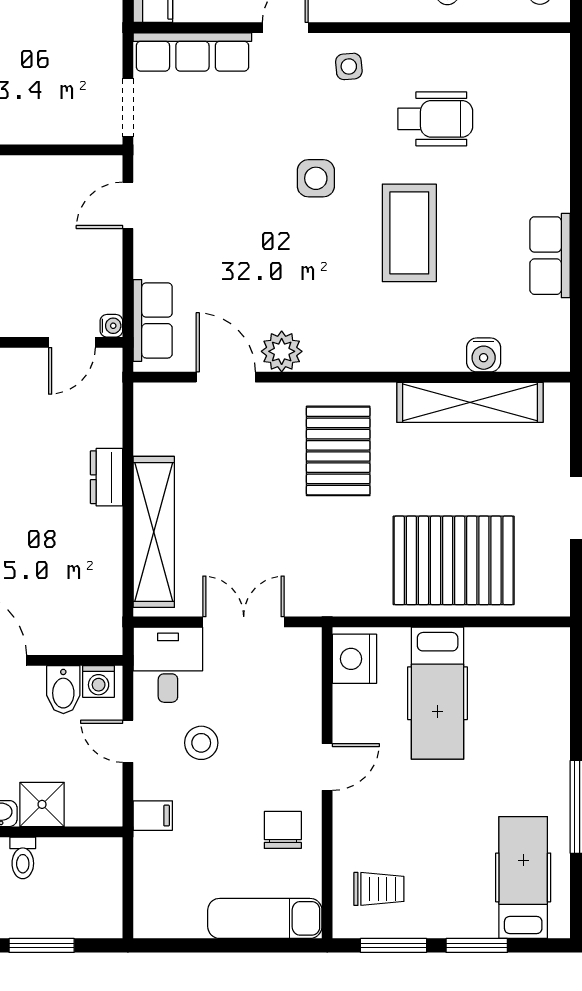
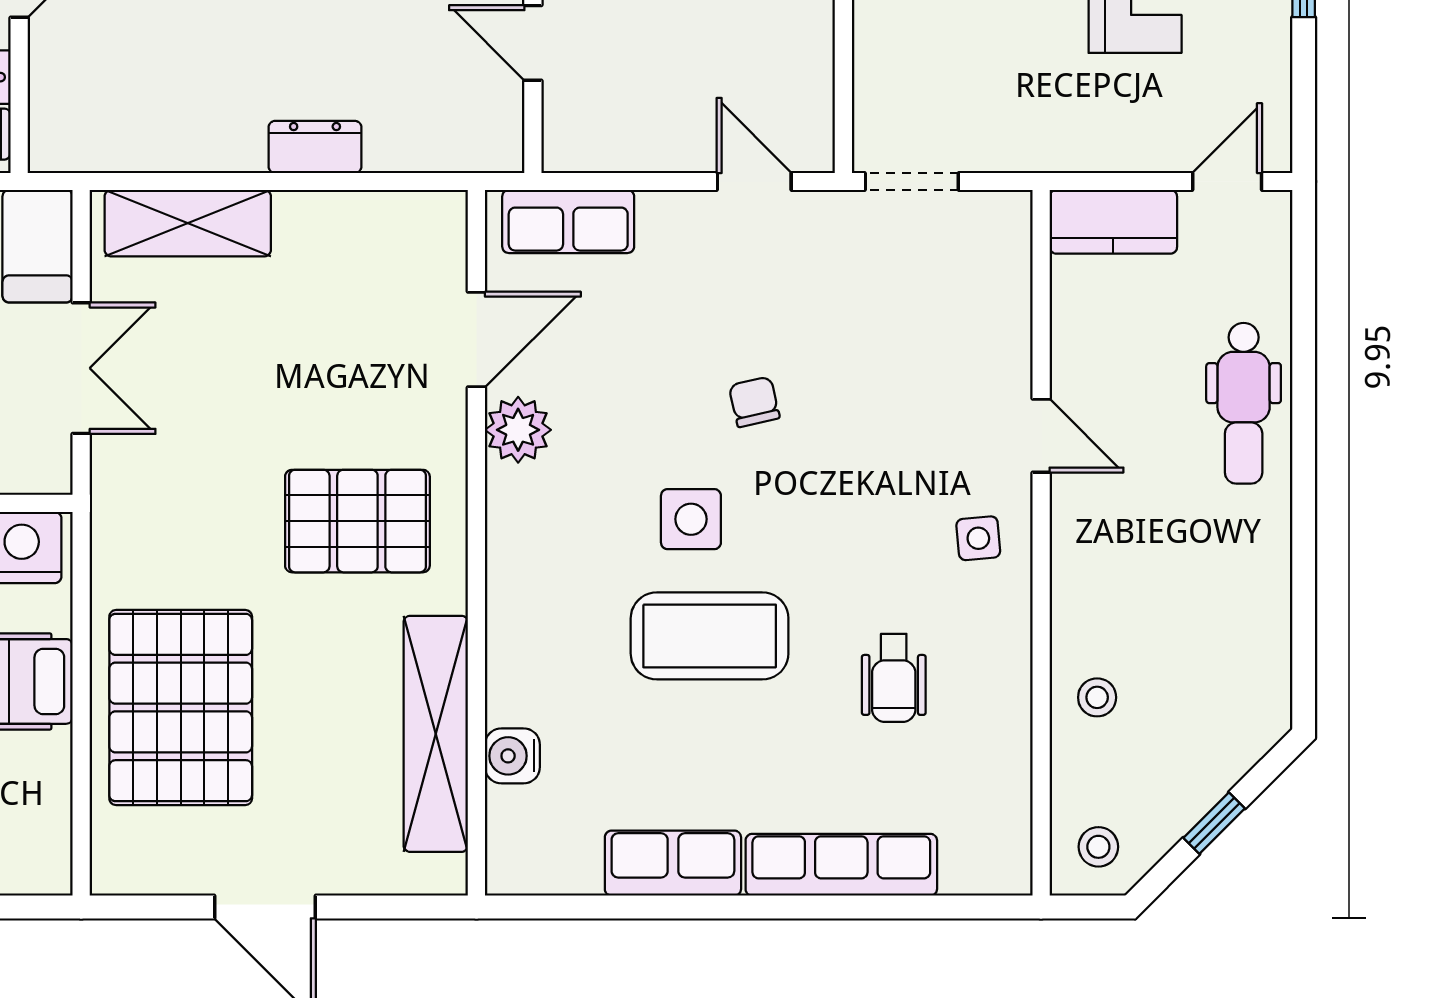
row of seats: (192, 52) -> (841, 865), moved, turned 90
wheelchair: (435, 119) -> (894, 678), width x0.73, depth x0.73
side table: (316, 178) -> (691, 519), moved
chair: (264, 205) -> (754, 402), added
water cooler: (111, 326) -> (560, 155), removed
door: (72, 342) -> (533, 43), moved
shelving: (154, 532) -> (188, 223), width x0.68

